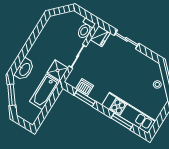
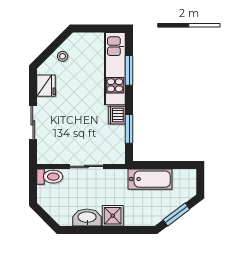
fridge: (100, 36) -> (46, 86), moved, turned 90
washbasin: (24, 69) -> (87, 218), moved
shower: (58, 70) -> (113, 216), moved
dishwasher: (85, 87) -> (117, 115), moved

